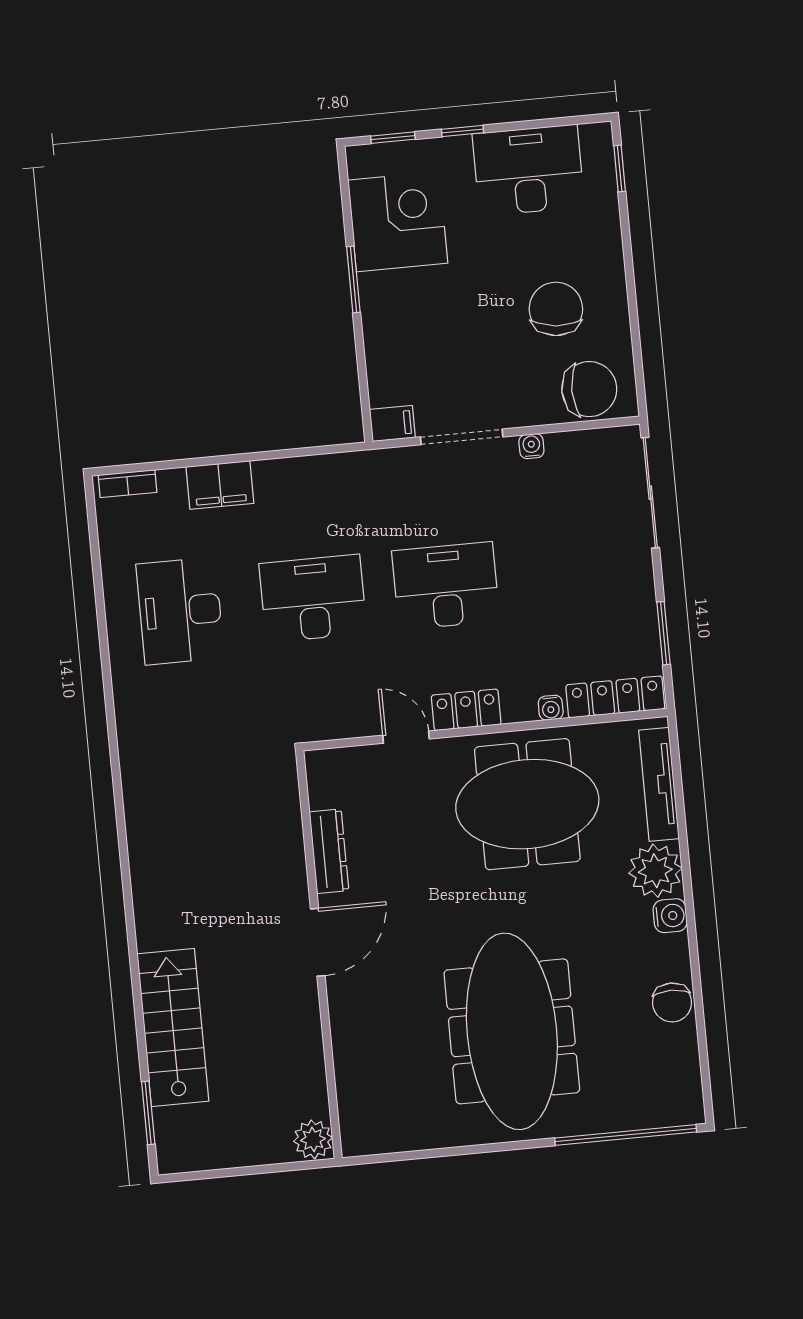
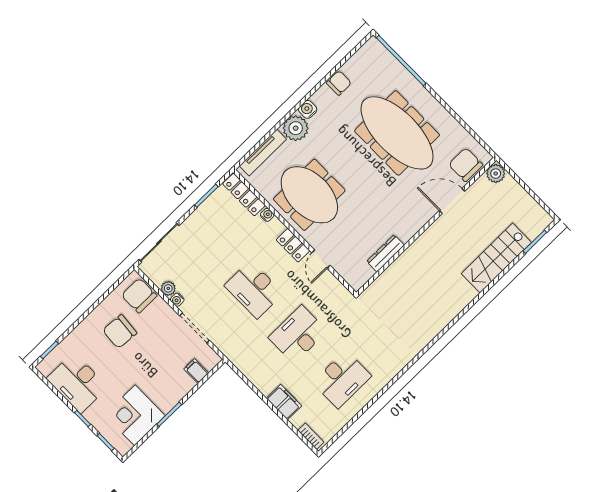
filing cabinet: (392, 424) -> (196, 371), moved
plant: (562, 447) -> (168, 288), added
desk: (313, 598) -> (298, 334), turned 90
door: (318, 942) -> (452, 201), moved
meeting table: (512, 1031) -> (397, 133), turned 90
chair: (368, 1102) -> (466, 165), added

